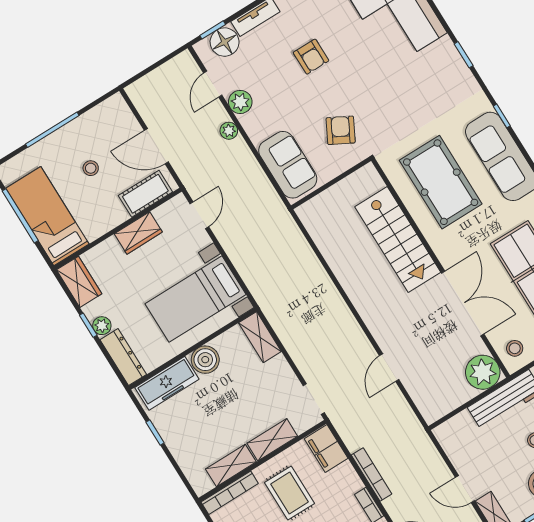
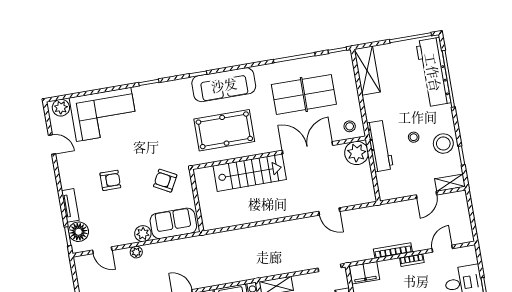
plant: (240, 102) -> (143, 234), moved

